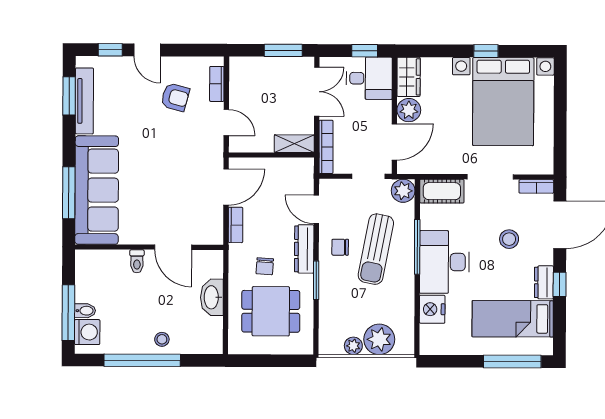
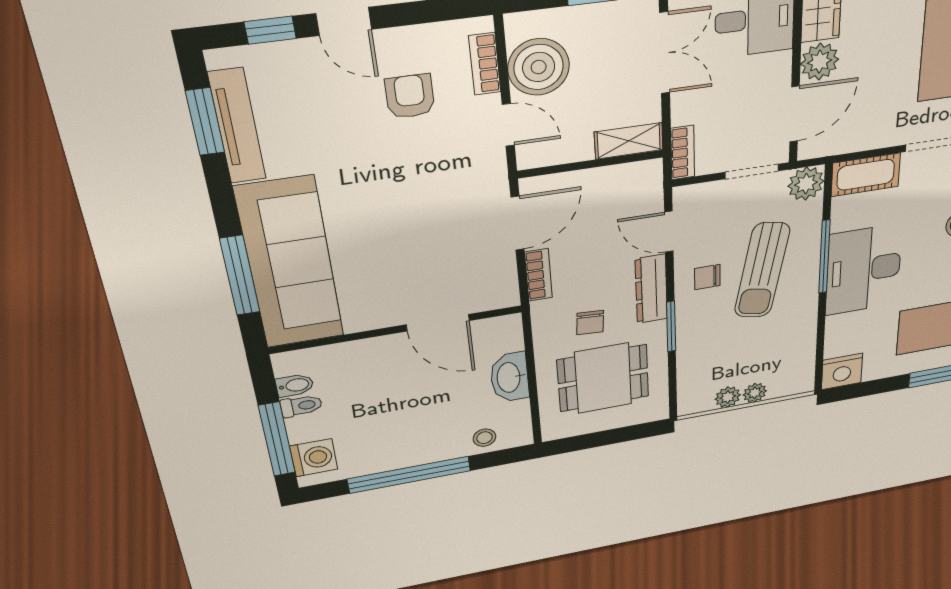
boiler: (246, 90) -> (539, 67), added
armchair: (175, 97) -> (410, 96), turned -105
bookcase: (326, 147) -> (683, 153), width x0.64
toilet: (137, 261) -> (301, 406), moved, turned -90
nightstand: (432, 309) -> (842, 371), moved, turned -90
bidet: (85, 311) -> (295, 385), moved
stool: (162, 339) -> (484, 438), moved
plant: (379, 339) -> (755, 393), width x0.53, depth x0.53

